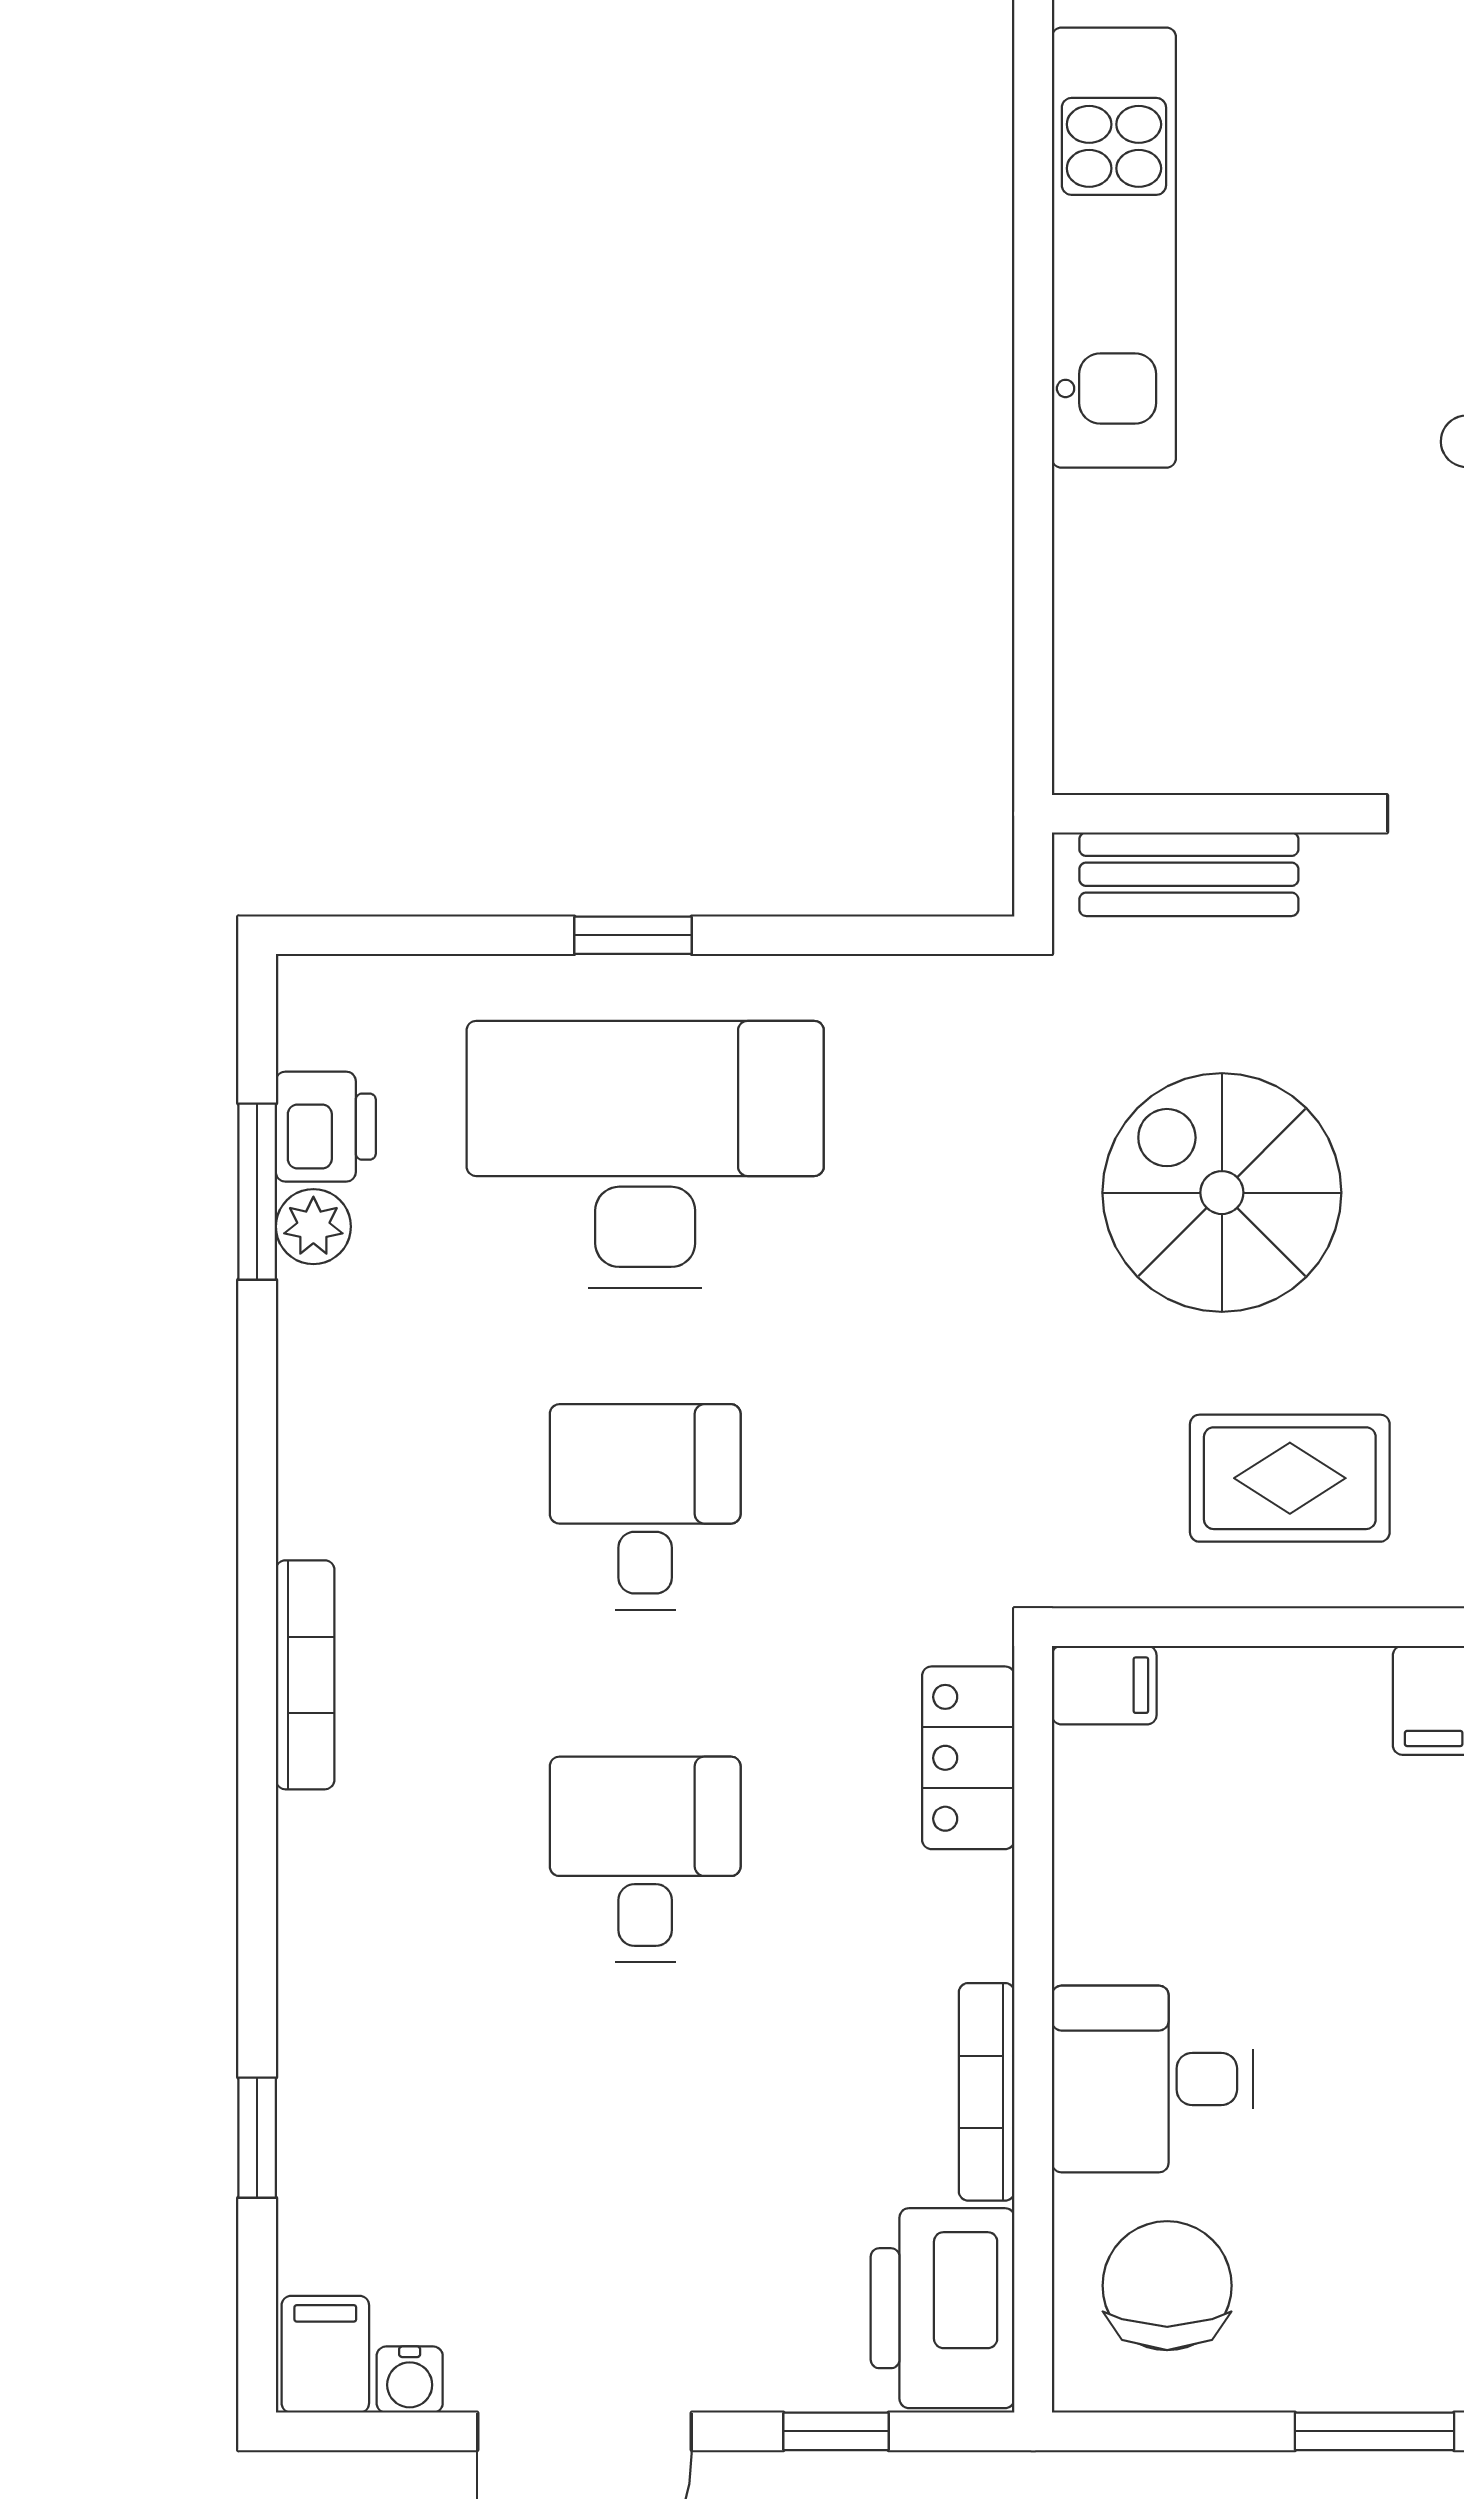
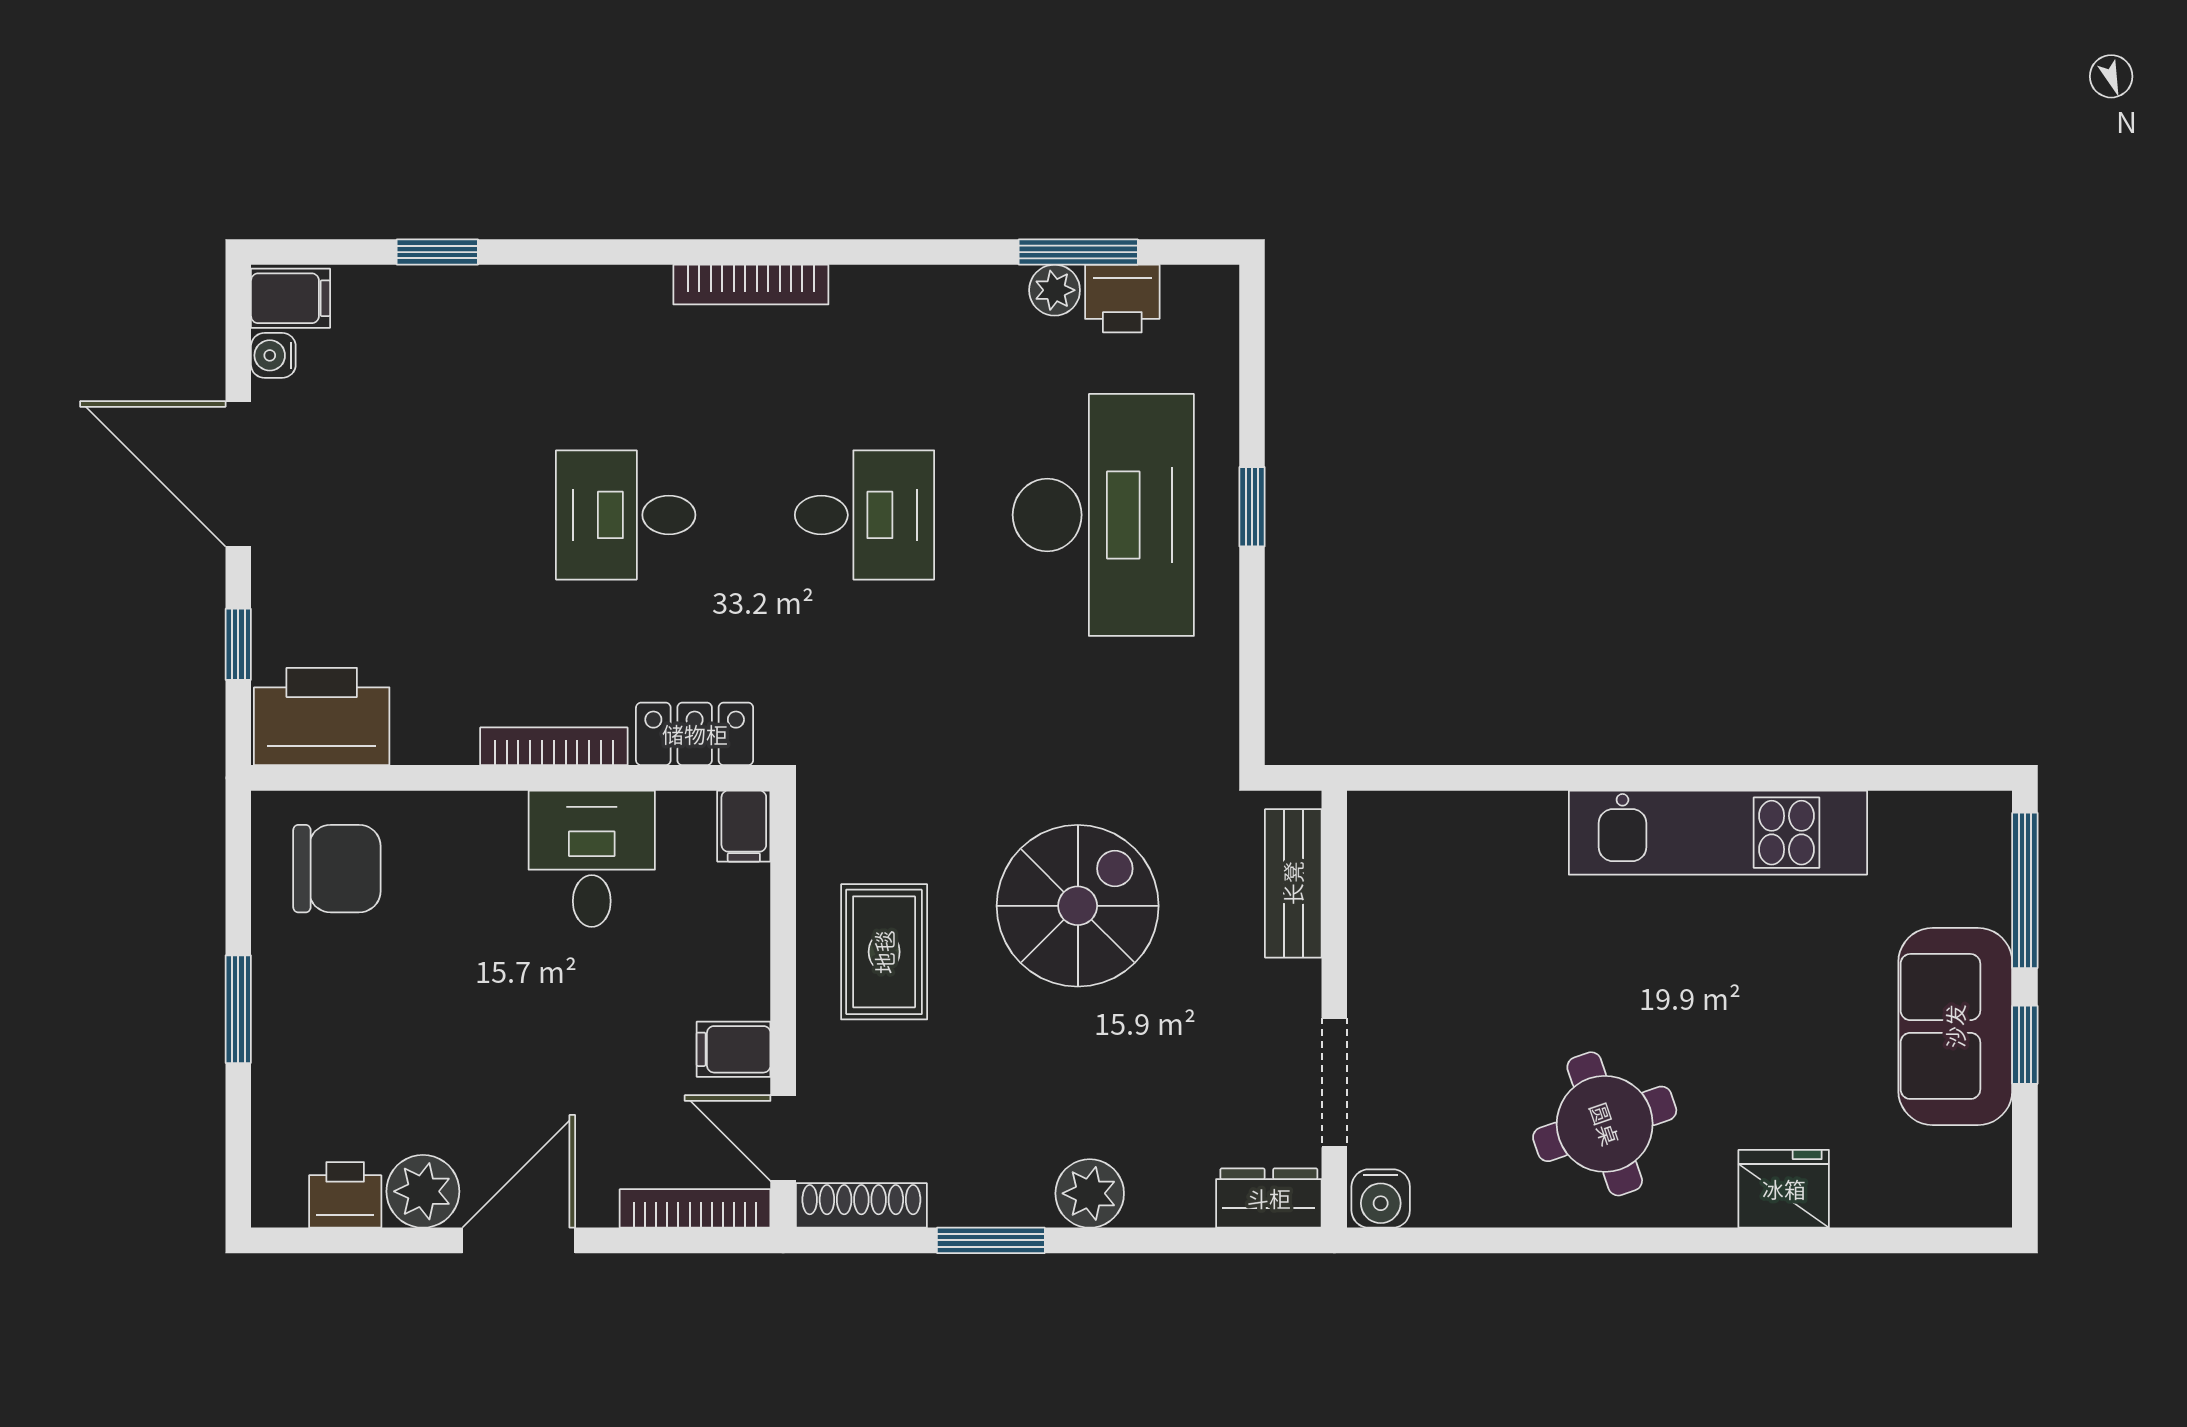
desk: (645, 1860) -> (626, 515), turned 180
desk: (1152, 2079) -> (592, 859), moved
bookcase: (987, 2092) -> (554, 746), moved

